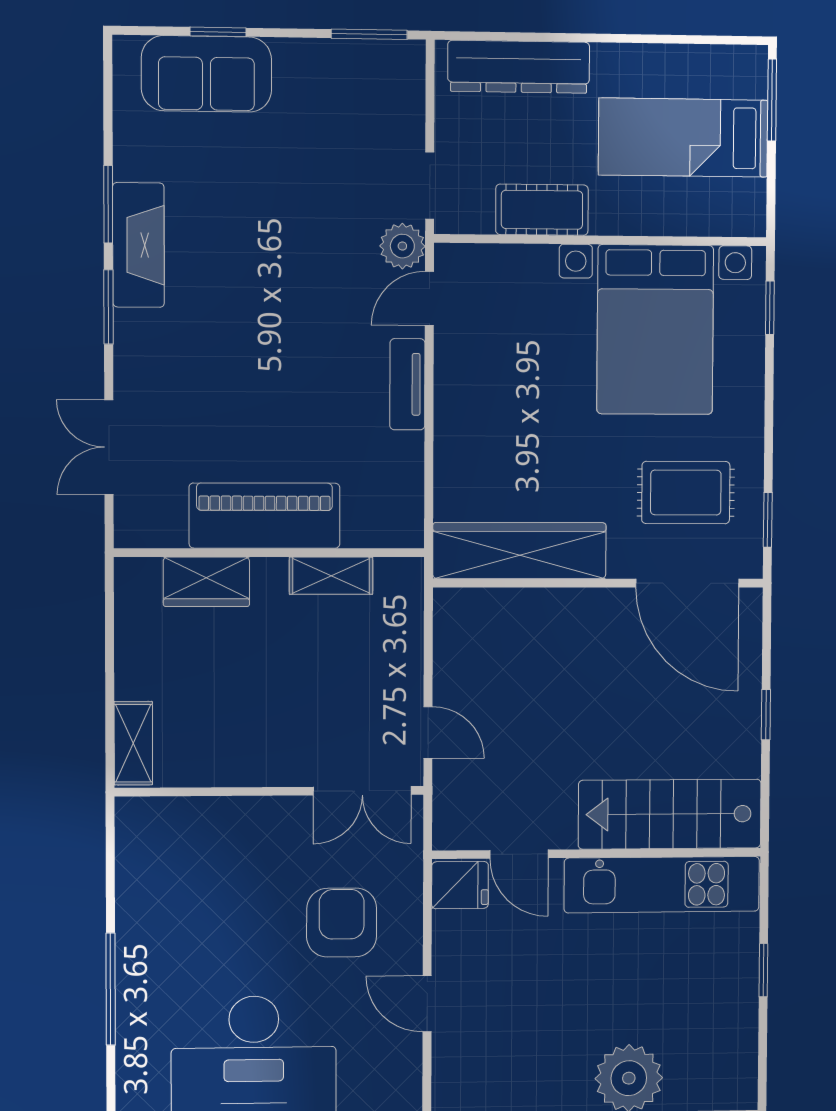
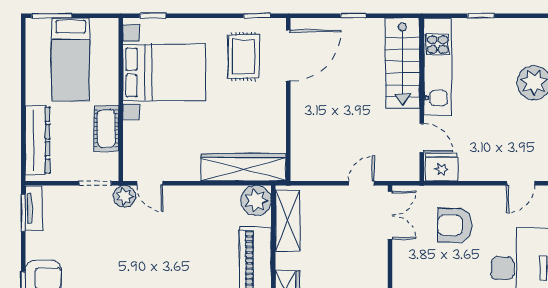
tv unit: (407, 384) -> (34, 208), moved, turned -90
plant: (393, 517) -> (256, 200), added
wardrobe: (519, 551) -> (244, 167), moved, turned 90
shelving: (331, 576) -> (288, 221), width x1.50, depth x1.33
door: (519, 854) -> (422, 138), hinge flipped
fridge: (460, 885) -> (441, 167), width x1.38
door: (427, 1004) -> (521, 183), moved

